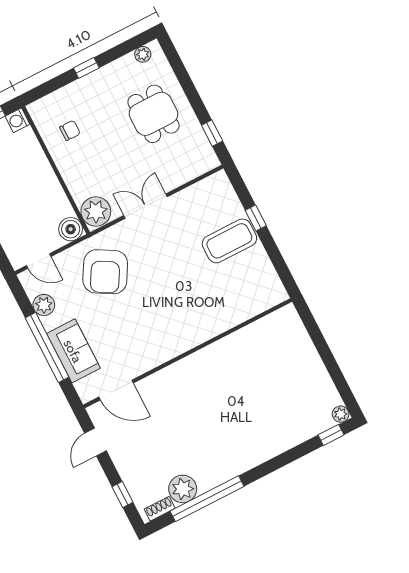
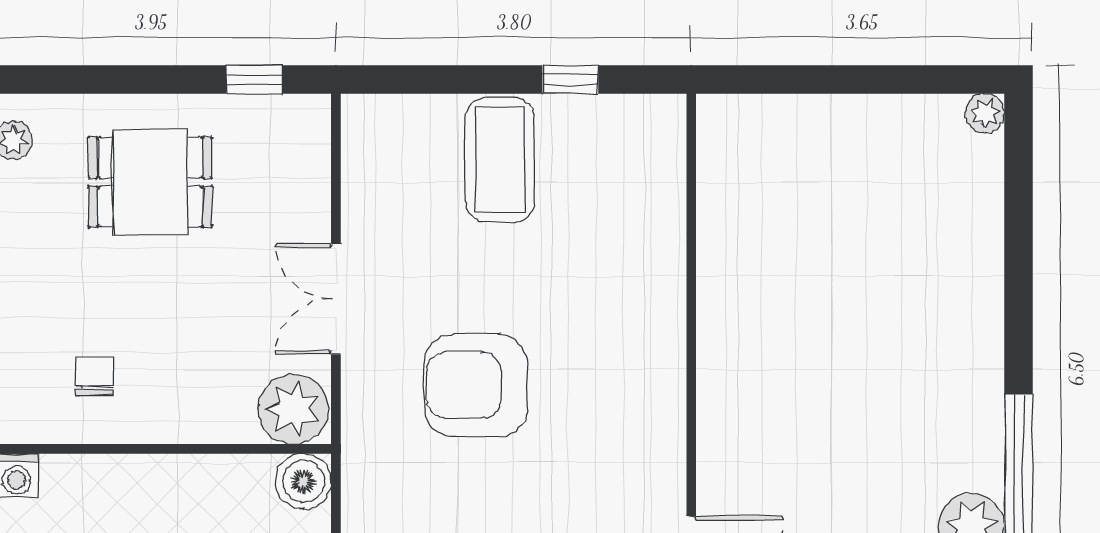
window: (256, 218) -> (570, 80), moved
armchair: (105, 272) -> (476, 385), moved, turned 150
window: (331, 435) -> (1019, 156), removed

